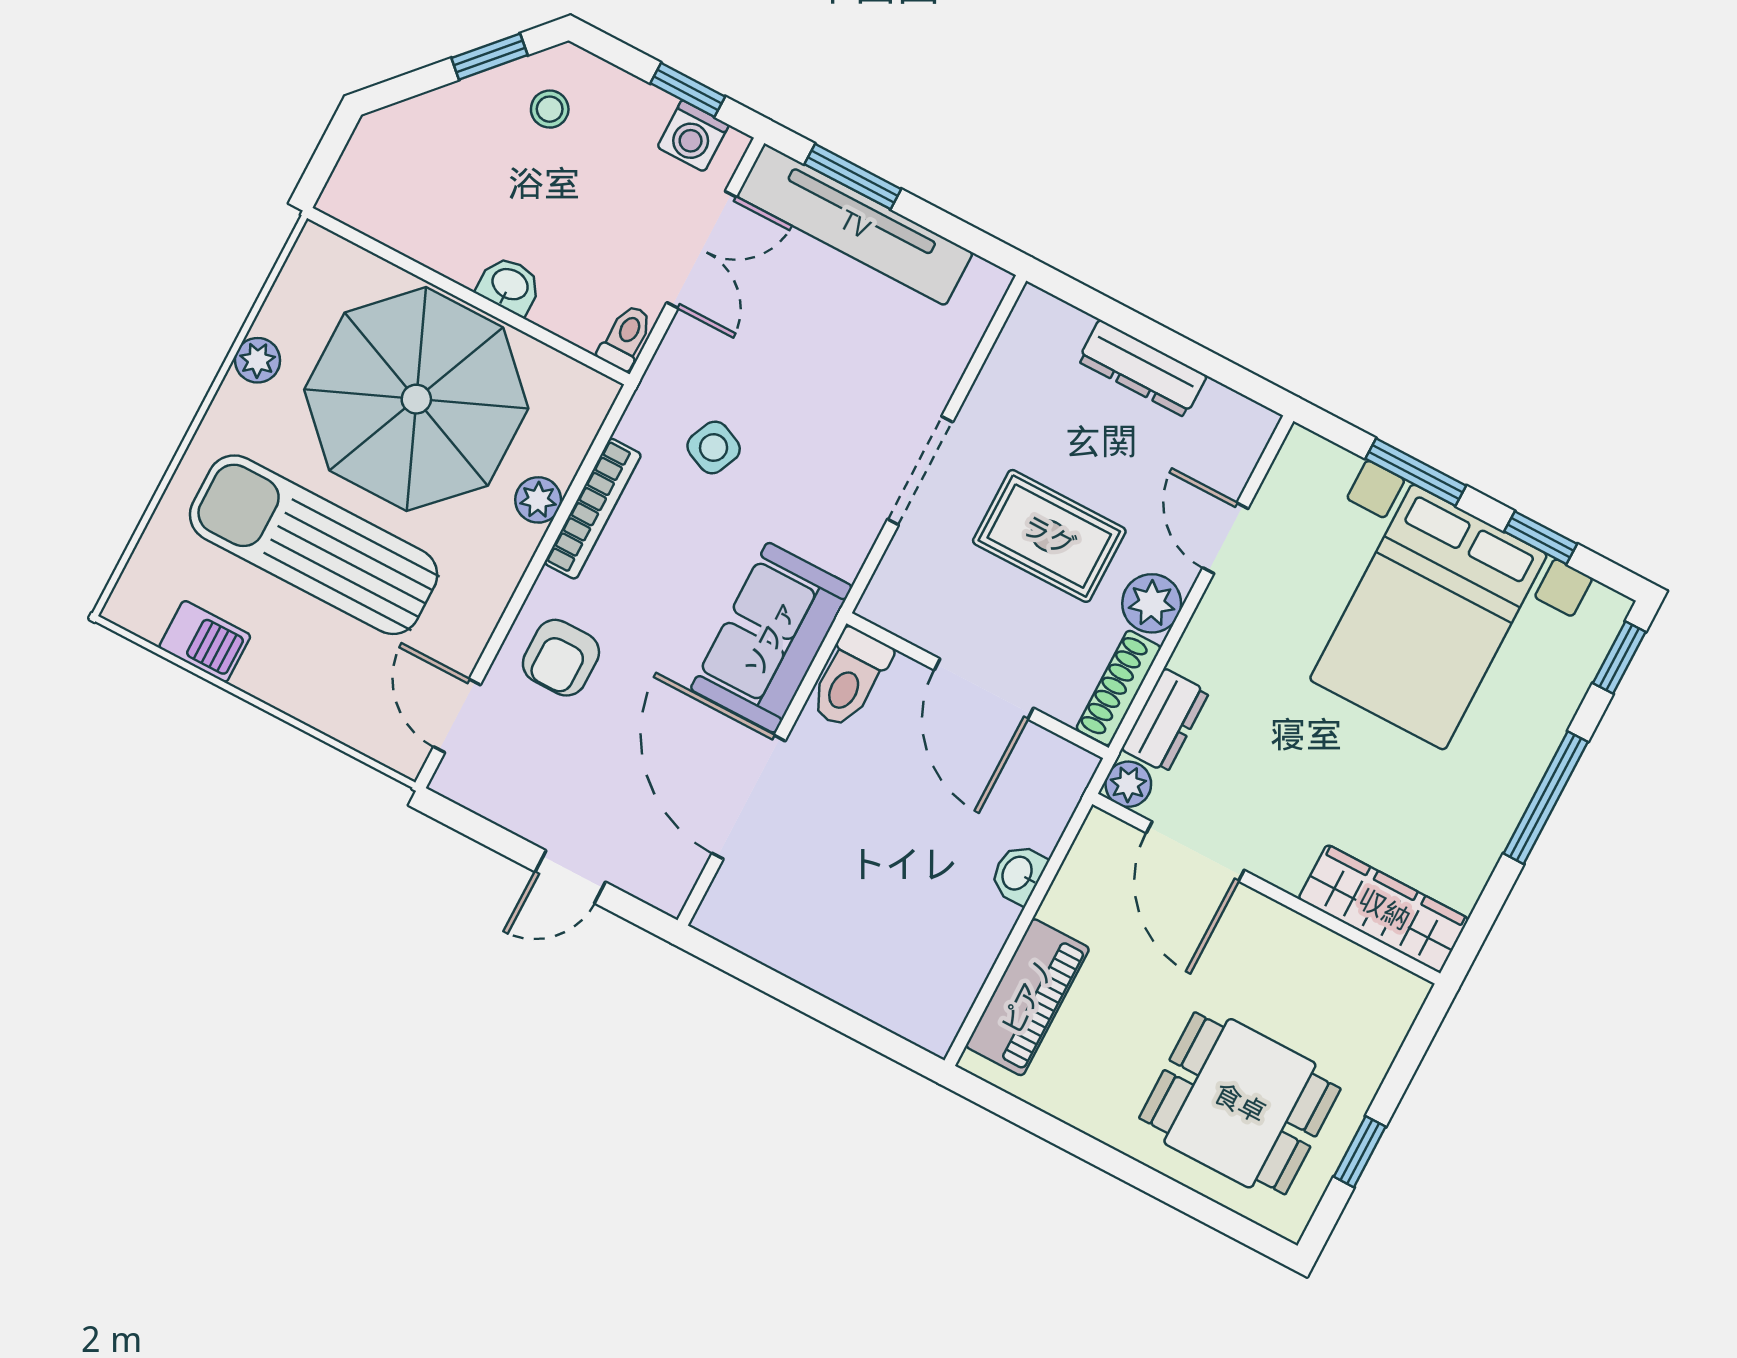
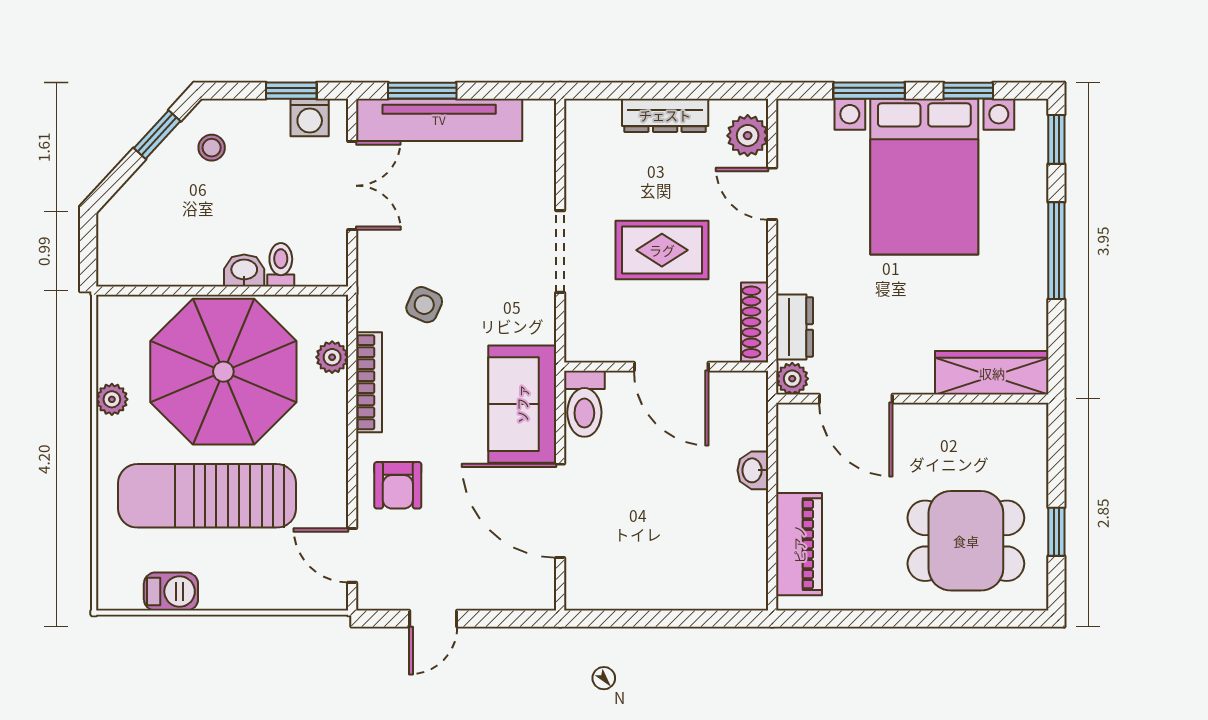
toilet: (626, 337) -> (281, 265), moved
plant: (538, 500) -> (332, 357), moved
plant: (1152, 603) -> (748, 136), moved
door: (570, 877) -> (433, 619), moved

